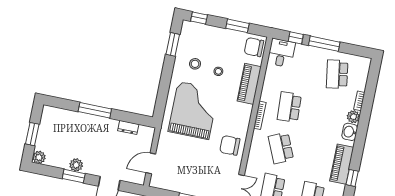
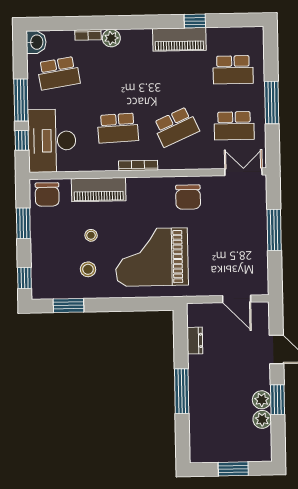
desk: (281, 53) -> (52, 141), width x1.87, depth x1.30
washbasin: (350, 132) -> (36, 42), moved, turned -90
plant: (39, 157) -> (262, 419), moved

